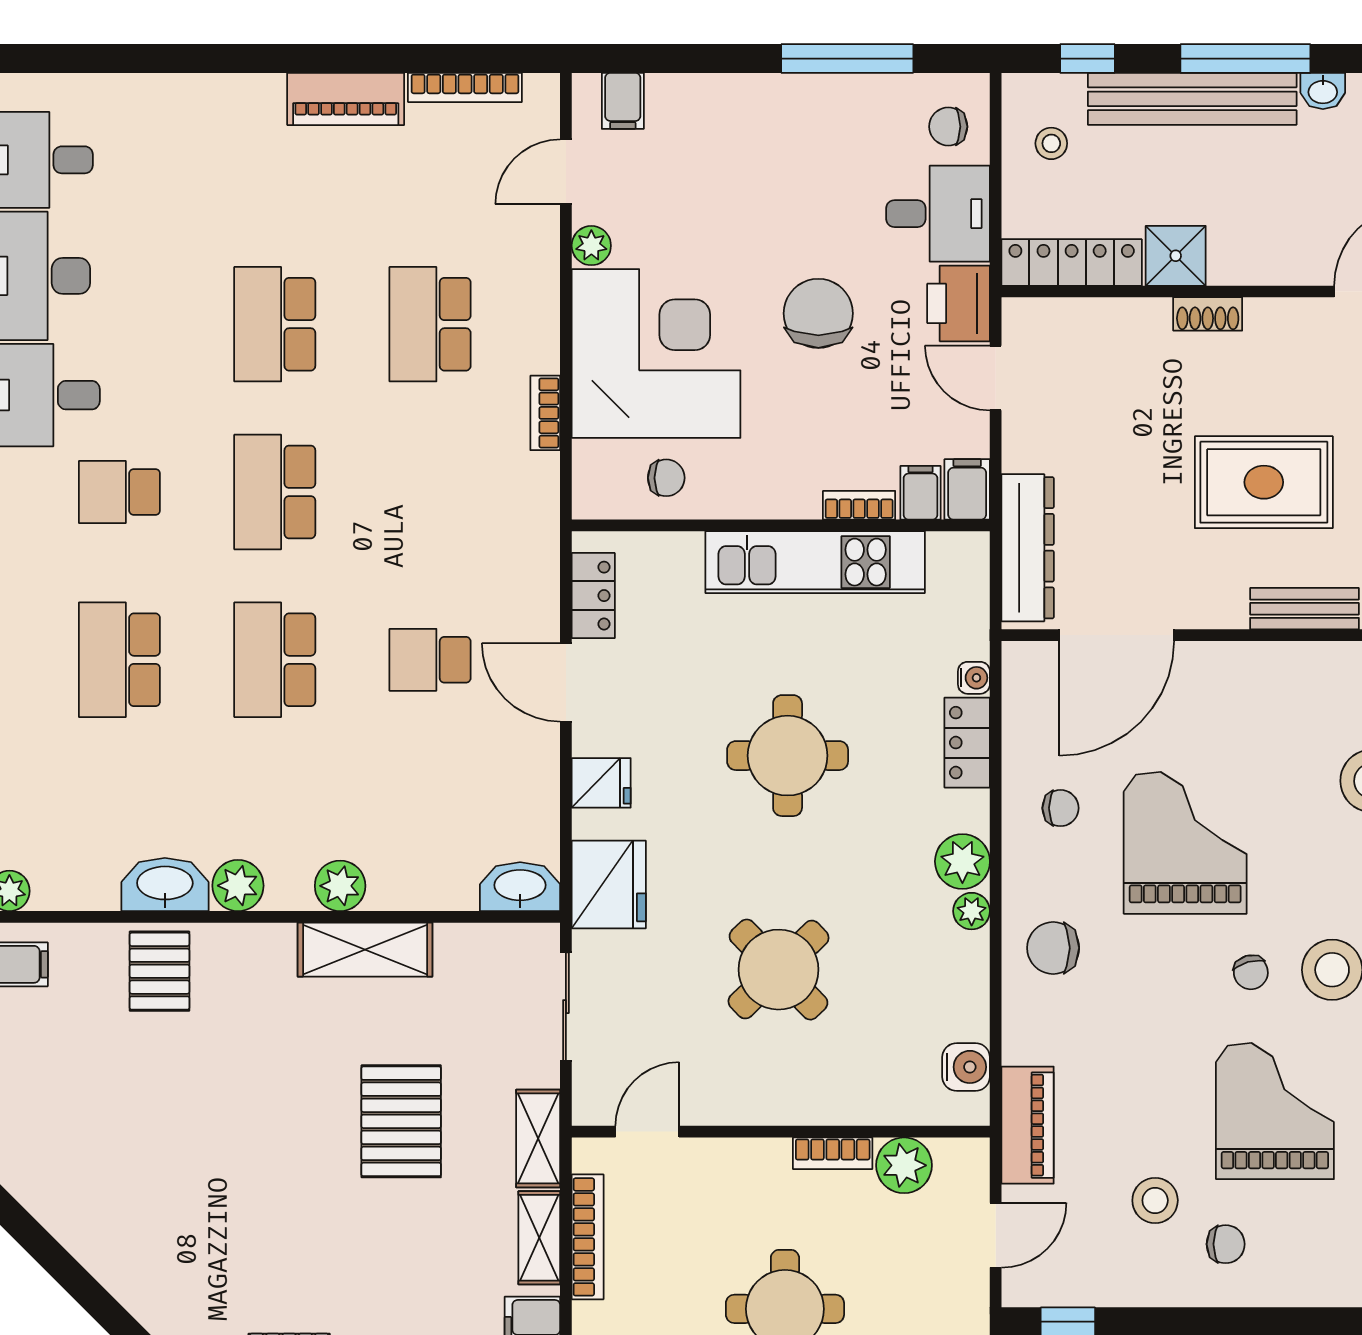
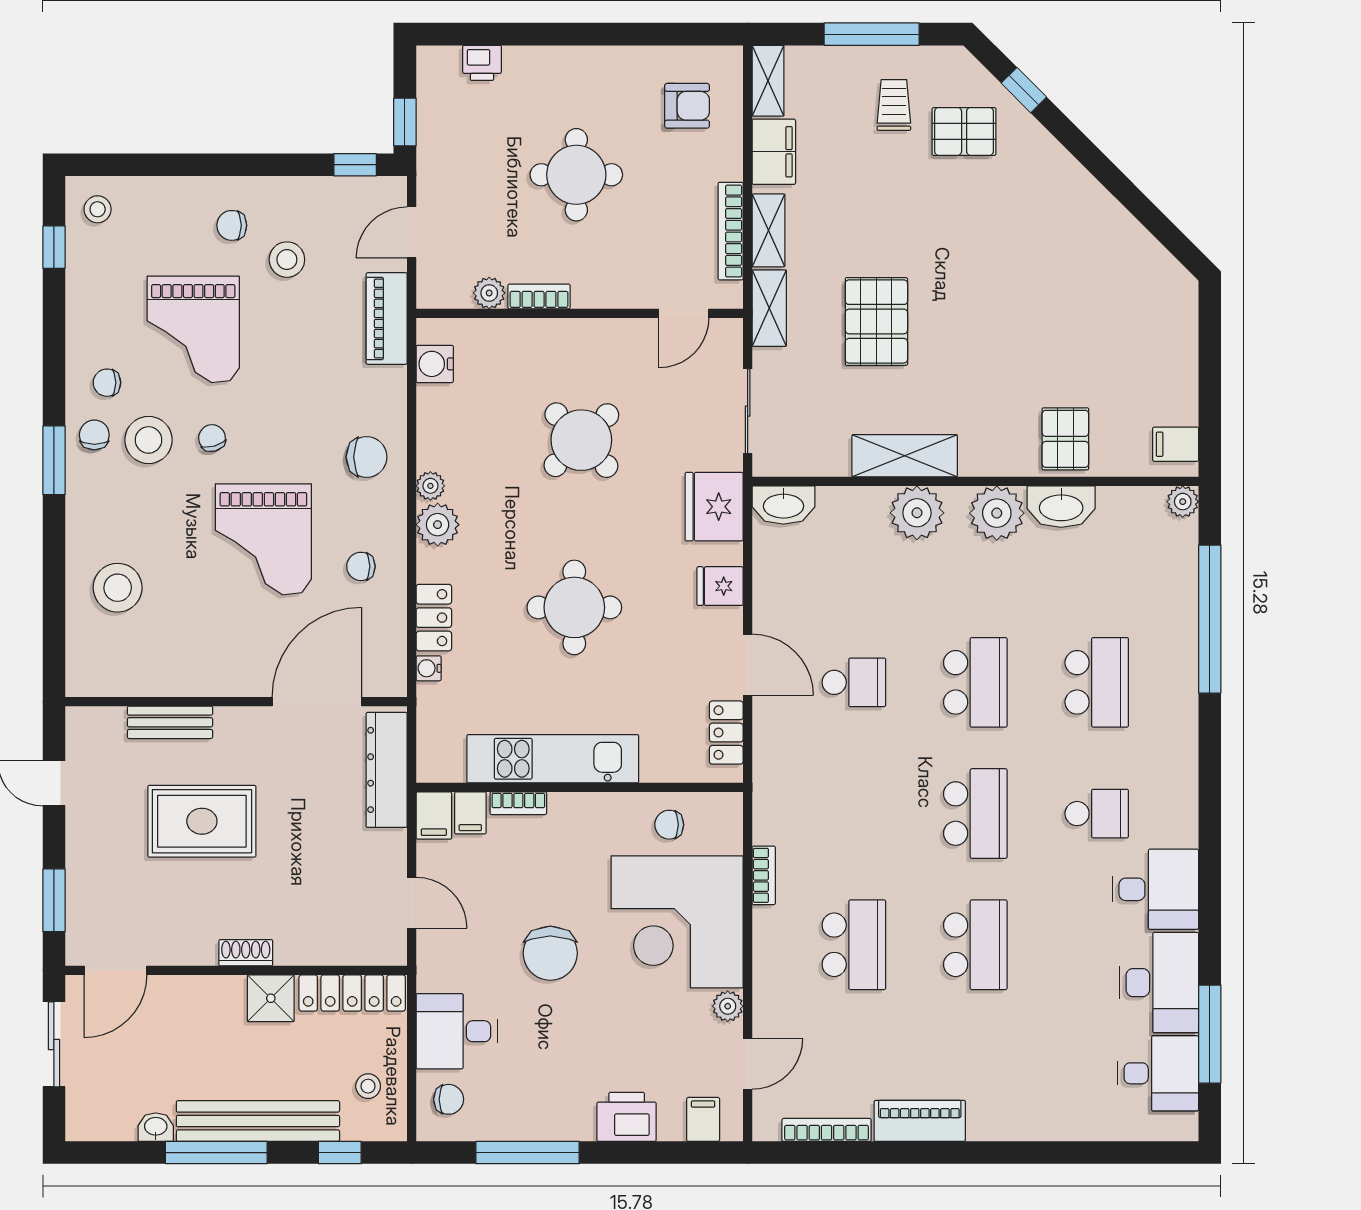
printer: (959, 303) -> (627, 1117), moved, turned -90
plant: (238, 886) -> (997, 513), width x1.36, depth x1.36
plant: (340, 886) -> (917, 513), width x1.36, depth x1.36
plant: (904, 1165) -> (489, 293), width x0.73, depth x0.73

